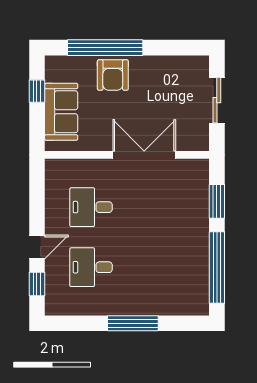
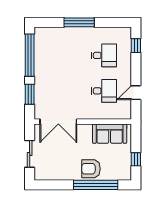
armchair: (113, 75) -> (91, 169), turned -90
sofa: (61, 112) -> (110, 134), moved, turned -90
double door: (144, 155) -> (58, 122), moved
door: (37, 247) -> (136, 93), moved

